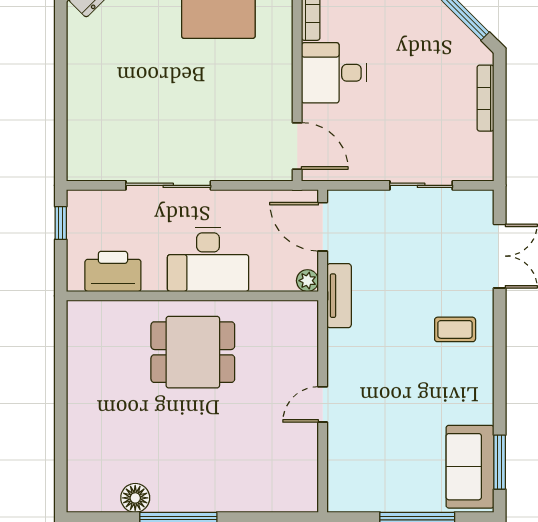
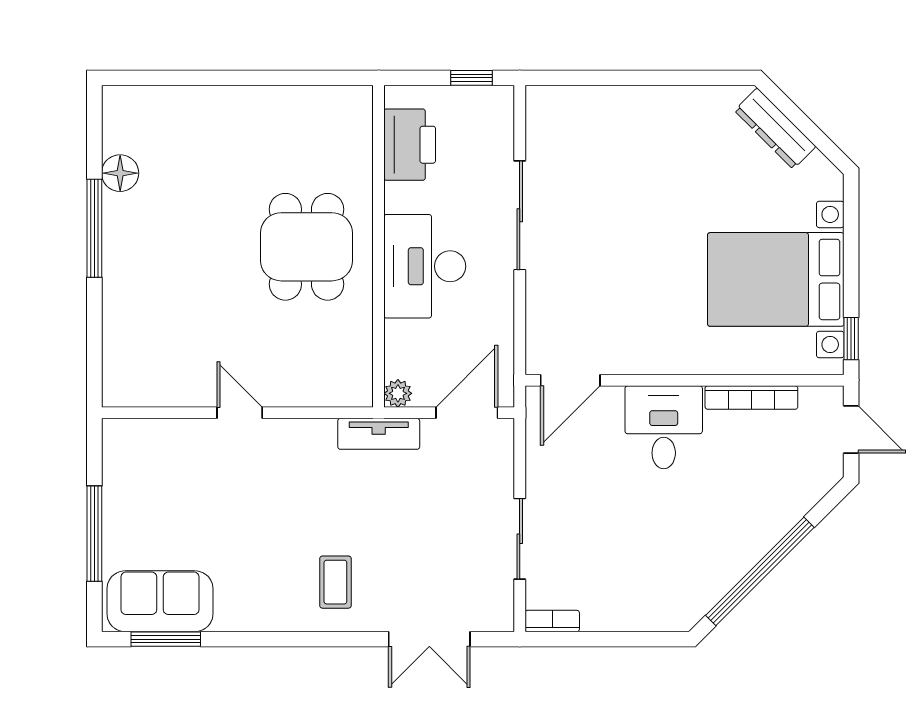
bookcase: (485, 98) -> (552, 621), moved, width x0.64

